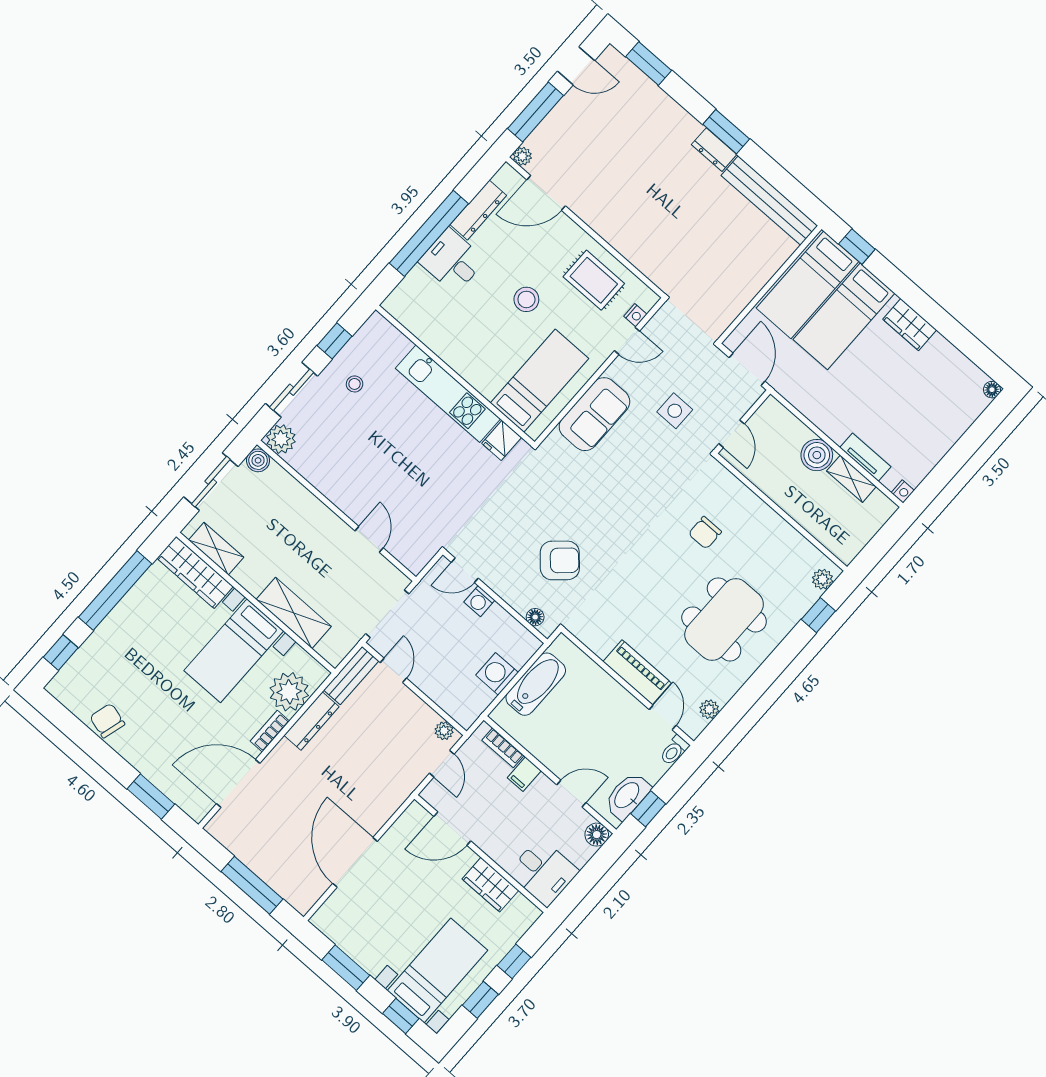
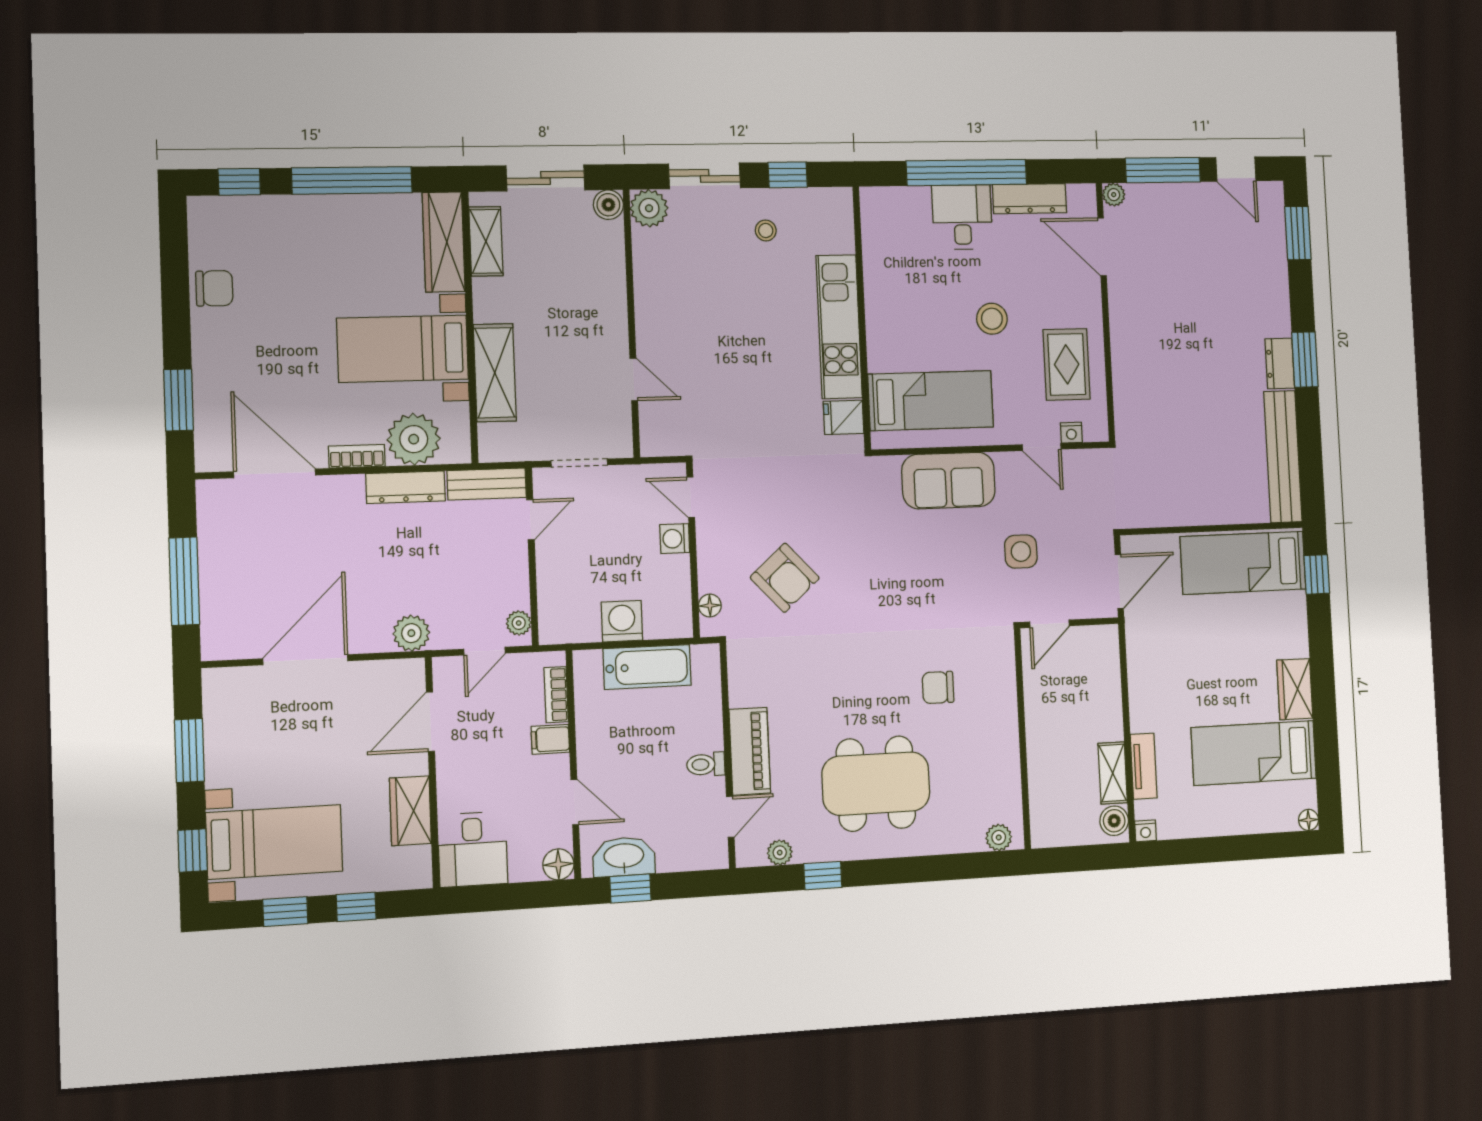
bed: (844, 316) -> (1254, 753), moved
boiler: (817, 455) -> (1114, 821), moved, width x0.73, depth x0.73
door: (369, 539) -> (634, 379), hinge flipped
doorway: (387, 614) -> (579, 463), width x0.73
window: (818, 615) -> (823, 876), moved
chair: (107, 721) -> (214, 288), turned 74
toilet: (674, 750) -> (706, 764), moved
plant: (394, 793) -> (411, 633), added
door: (452, 829) -> (430, 722), hinge flipped

